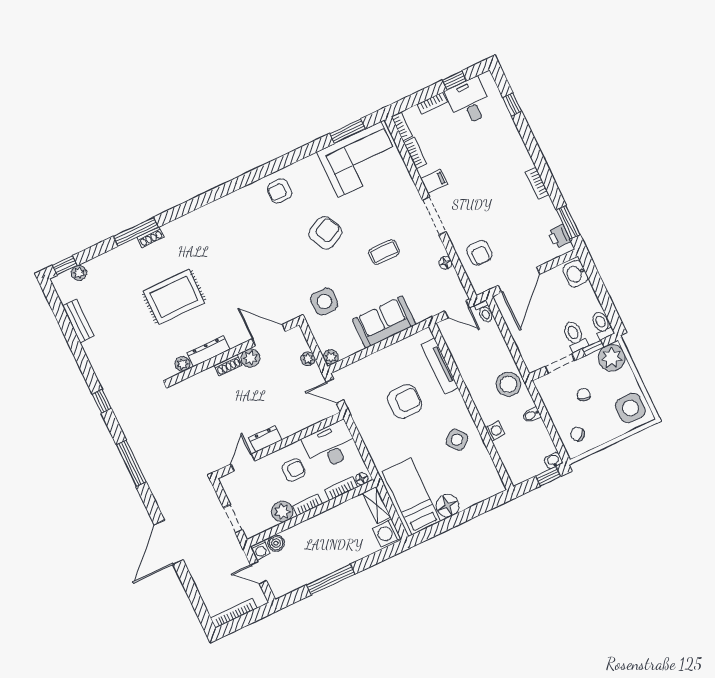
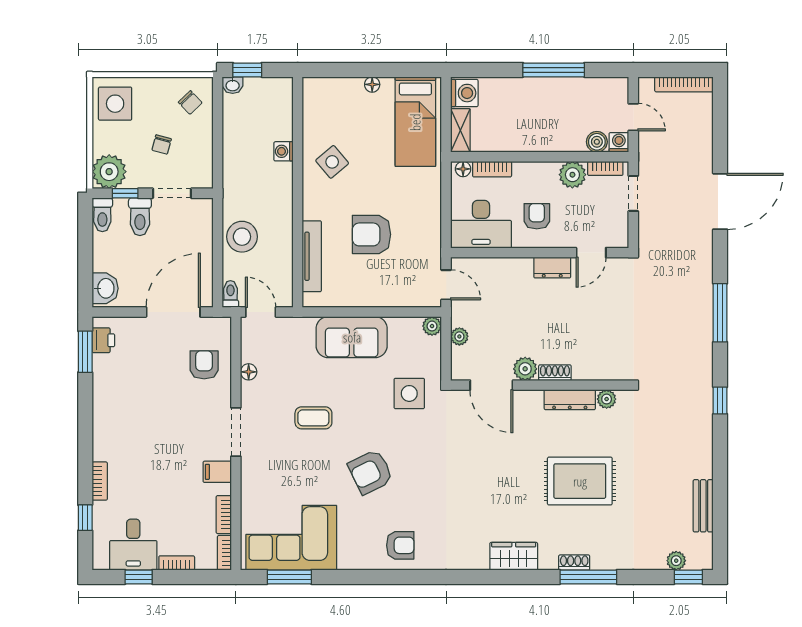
bookcase: (537, 183) -> (100, 481), moved
wardrobe: (196, 221) -> (514, 556), added
stool: (508, 384) -> (242, 237), moved
bidet: (531, 415) -> (233, 150), removed
armchair: (294, 470) -> (537, 216), turned 90
bookcase: (308, 505) -> (605, 168), moved
floor lamp: (448, 506) -> (372, 84), width x0.53, depth x0.53

